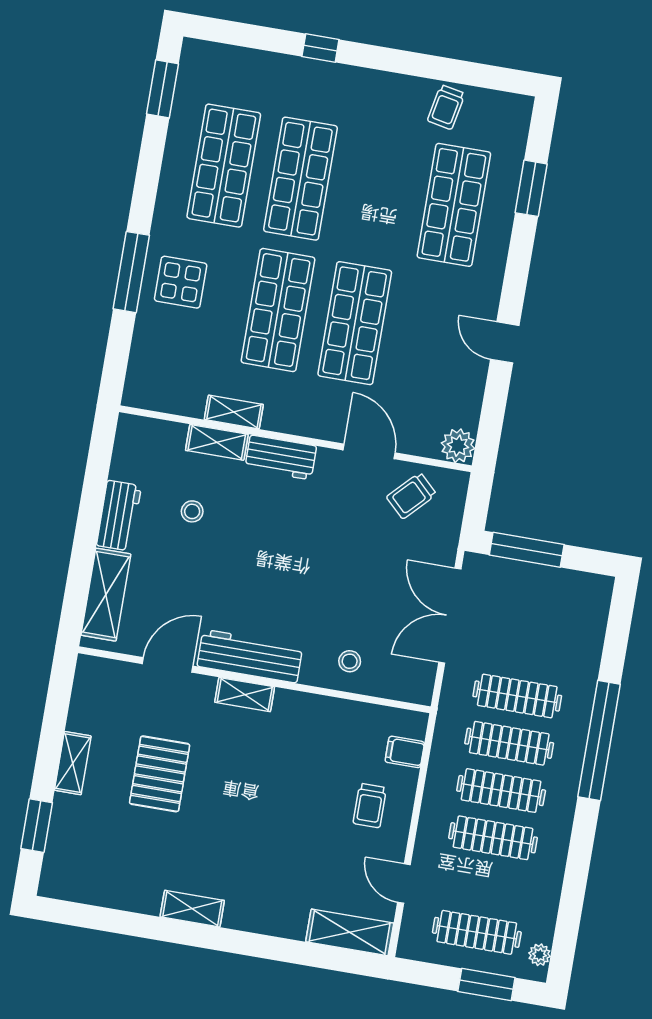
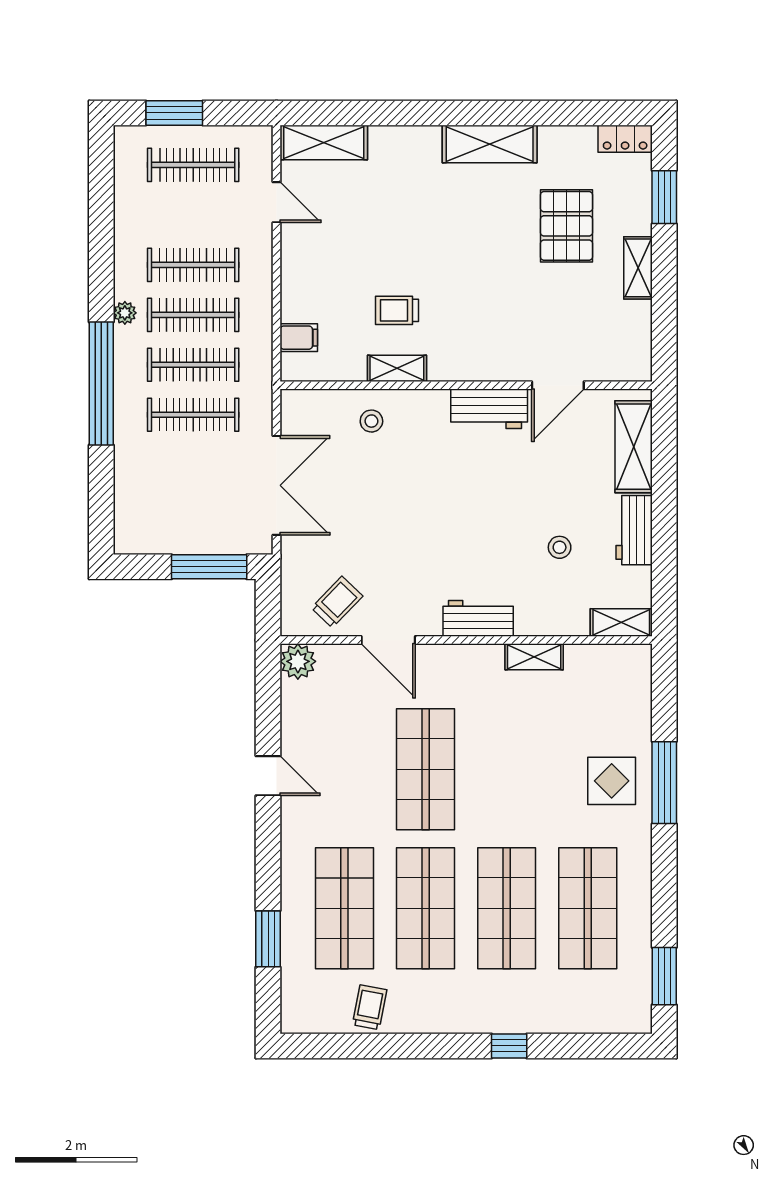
shop shelf: (278, 310) -> (426, 908), moved
shelving: (217, 442) -> (621, 623), moved
workbench: (250, 656) -> (489, 409), width x0.73
shelving: (245, 695) -> (397, 368), moved
pallet: (160, 774) -> (566, 226), moved
trolley: (370, 806) -> (397, 310), moved, turned -90
locker: (64, 887) -> (625, 139), added
shelving: (192, 909) -> (490, 144), width x1.50, depth x1.33
plant: (540, 955) -> (125, 313), moved

